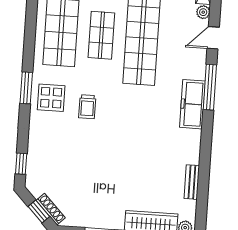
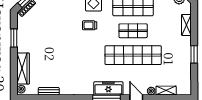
freezer: (192, 104) -> (108, 88), moved

